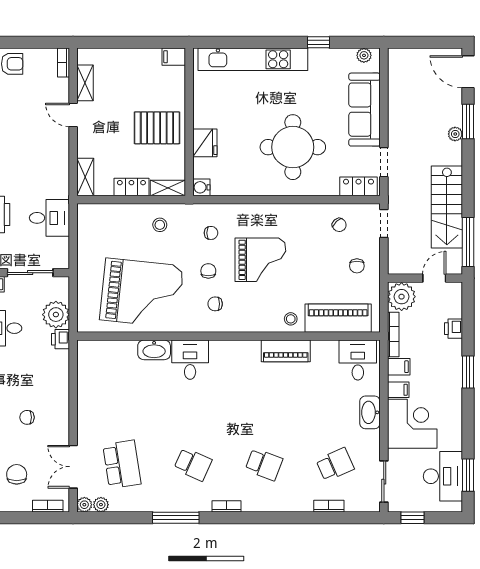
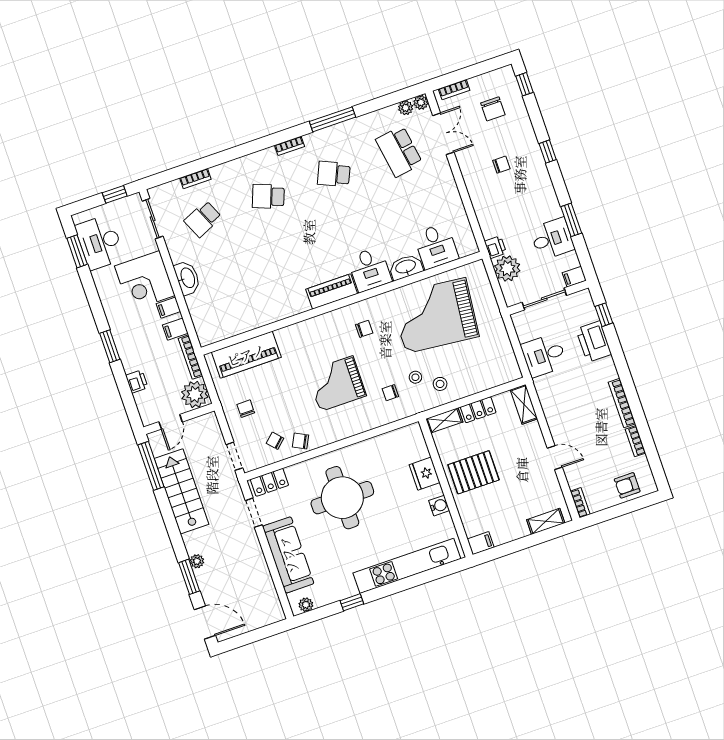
shelving: (85, 83) -> (546, 521), moved, turned 90
water cooler: (201, 187) -> (439, 506), moved
chair: (208, 271) -> (300, 441), moved, turned 117
stool: (291, 319) -> (415, 377), moved
piano: (286, 351) -> (332, 291), moved
desk: (358, 360) -> (436, 246), moved

